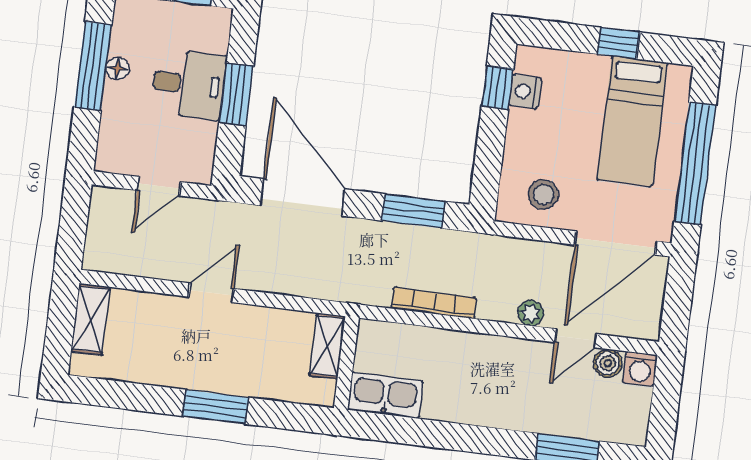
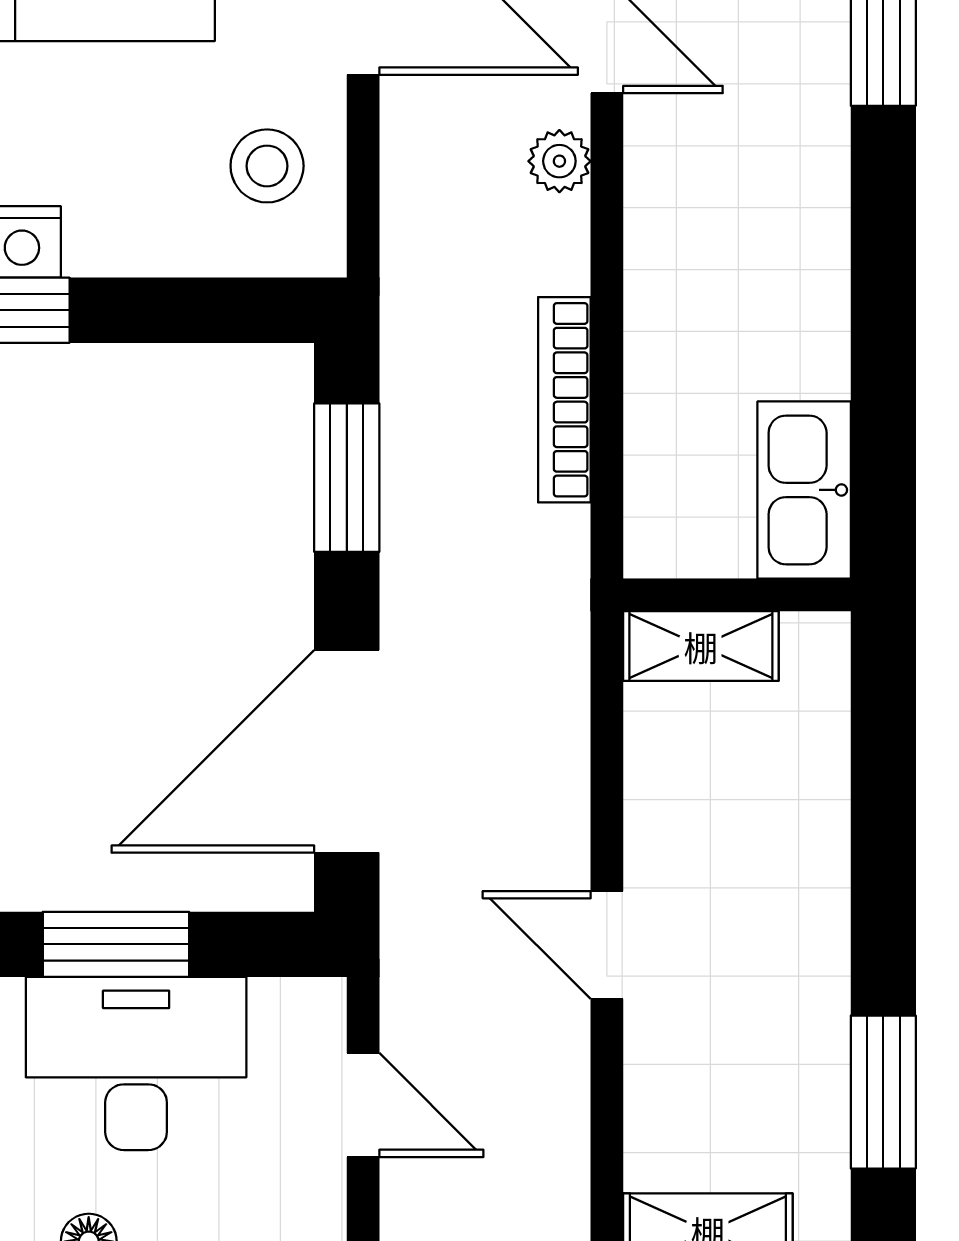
desk: (189, 84) -> (136, 1064), width x1.37
window: (216, 407) -> (883, 1092), moved

